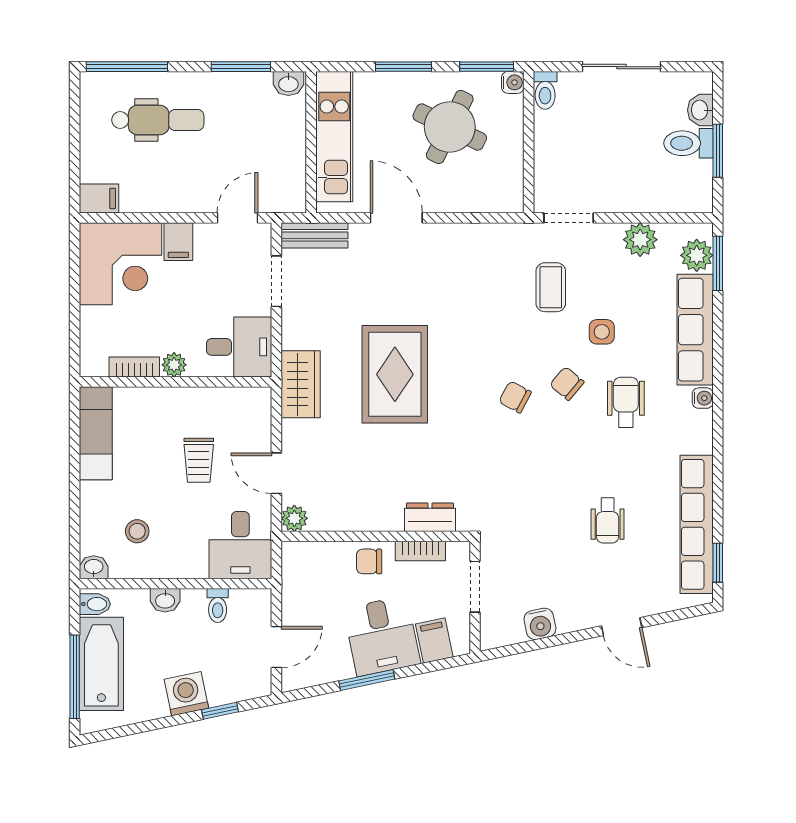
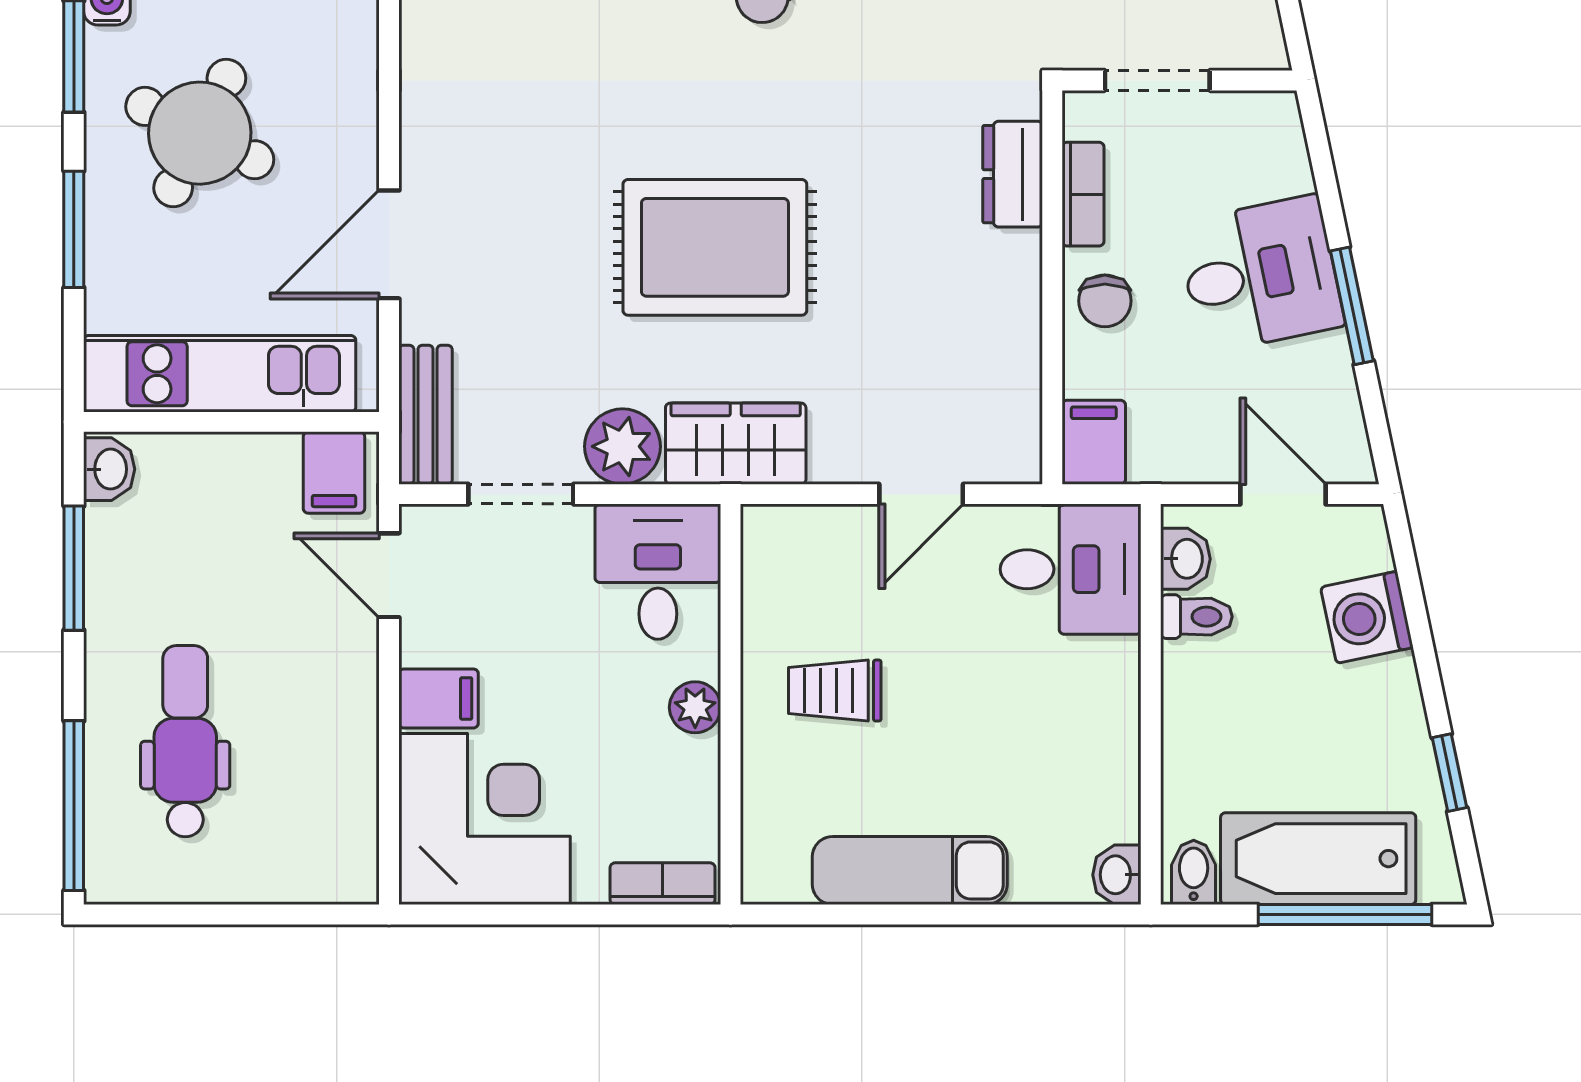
filing cabinet: (99, 198) -> (334, 473), moved, turned 180
bookcase: (134, 367) -> (663, 884), moved, turned 90
exam couch: (96, 433) -> (910, 870), moved
trolley: (199, 460) -> (835, 691), moved, turned 180
plant: (294, 518) -> (622, 446), moved, width x1.38, depth x1.38
stool: (137, 531) -> (1042, 784), removed
washbasin: (165, 600) -> (1185, 559), moved
filing cabinet: (434, 640) -> (1094, 442), moved, turned 102
washing machine: (186, 694) -> (1367, 617), moved
window: (220, 711) -> (1450, 773), moved

